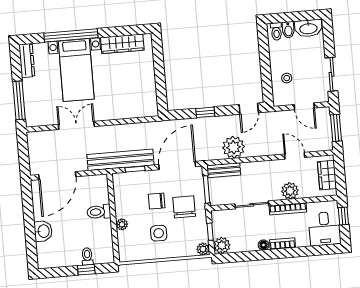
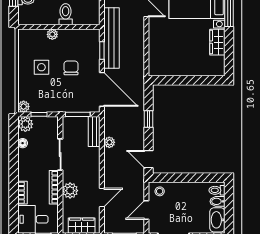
wardrobe: (122, 44) -> (217, 42), width x0.67
stool: (287, 78) -> (160, 191), moved
plant: (234, 147) -> (109, 142), width x0.53, depth x0.53
chair: (184, 207) -> (64, 92), removed
bookcase: (282, 244) -> (22, 193), moved
floor lamp: (264, 245) -> (23, 143), moved

